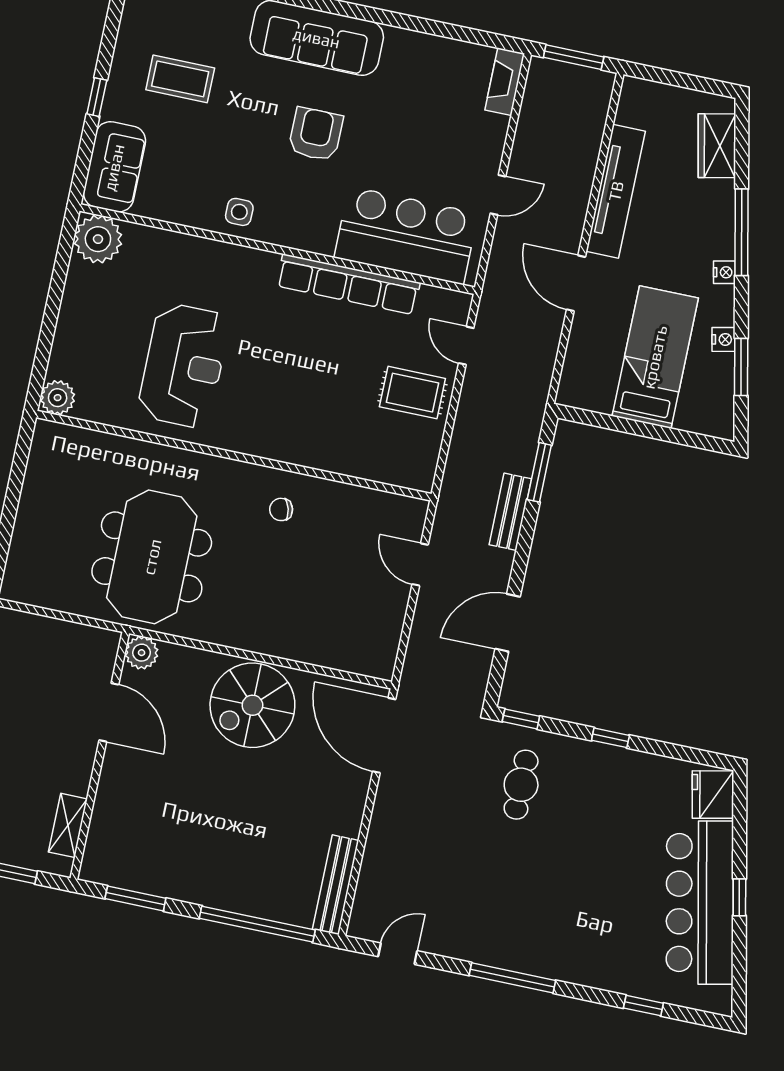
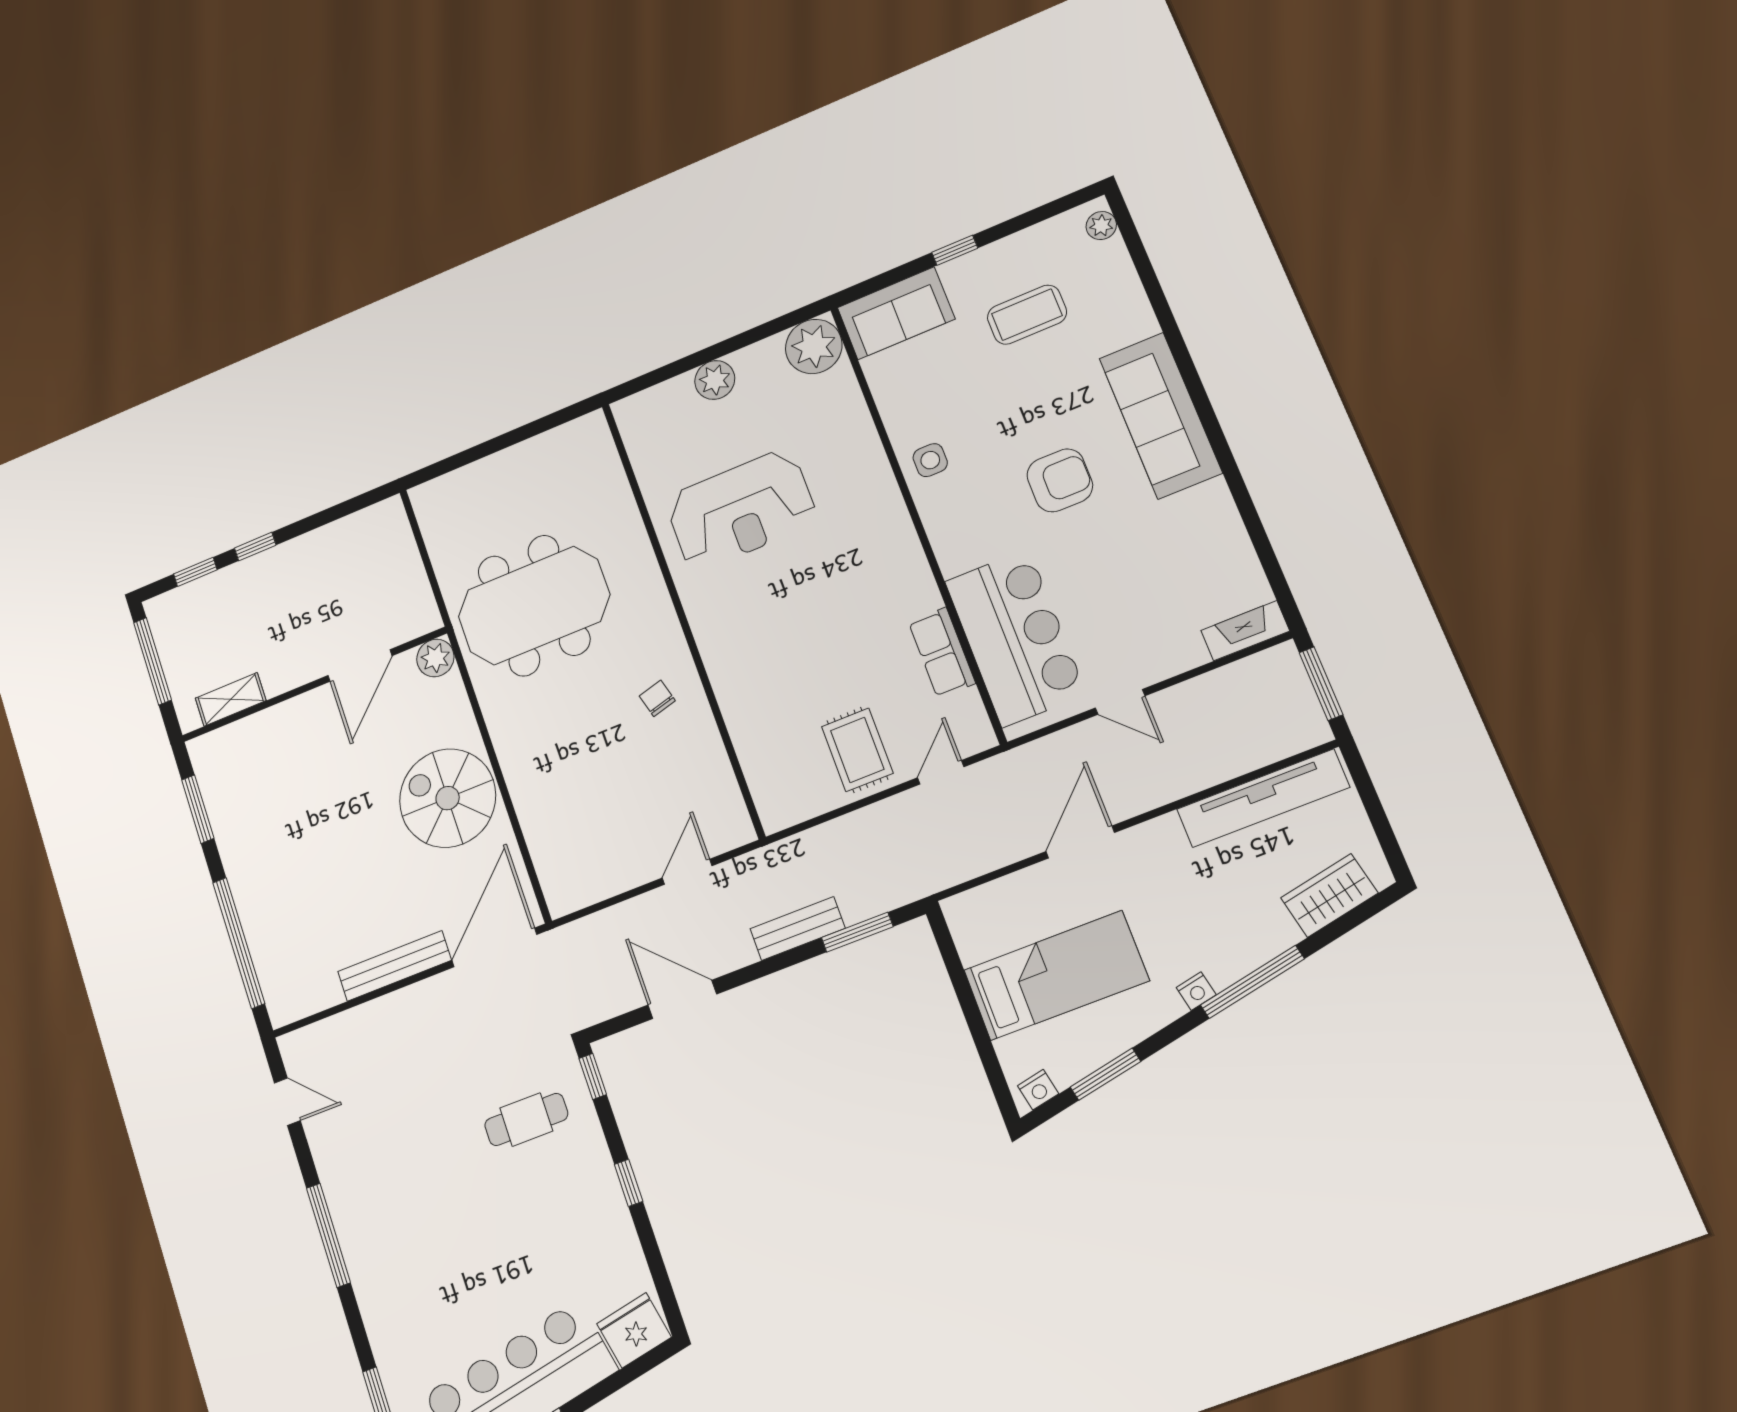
coffee table: (180, 79) -> (1027, 315), turned 90
tv unit: (616, 191) -> (1263, 798), moved
row of seats: (348, 284) -> (942, 653), width x0.50
nightstand: (724, 339) -> (1038, 1090), moved
plant: (58, 398) -> (715, 380), moved
bench: (336, 885) -> (395, 966), moved

